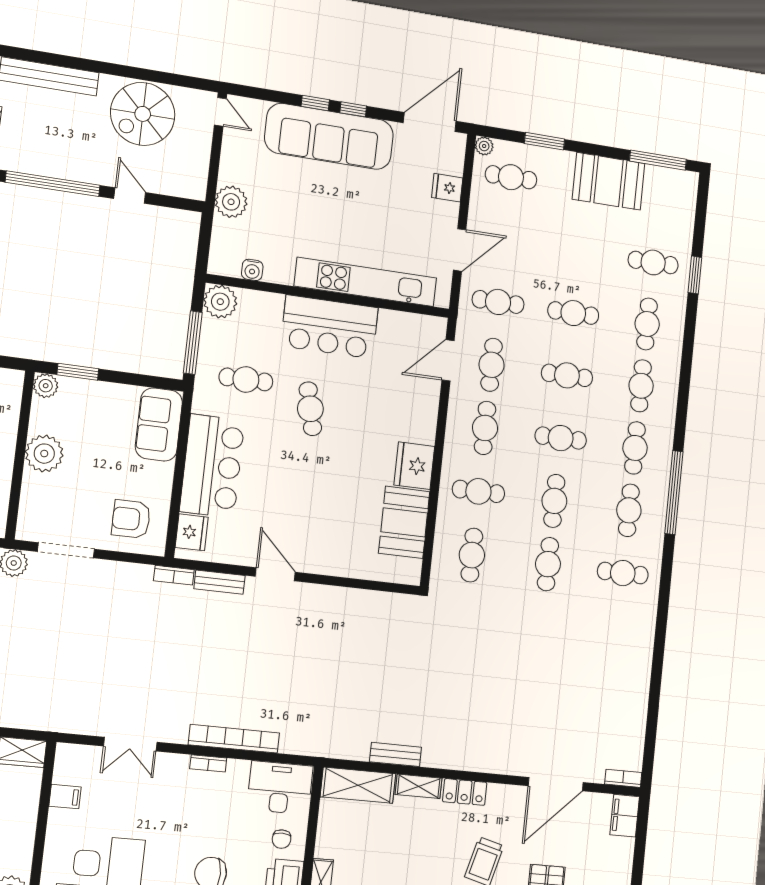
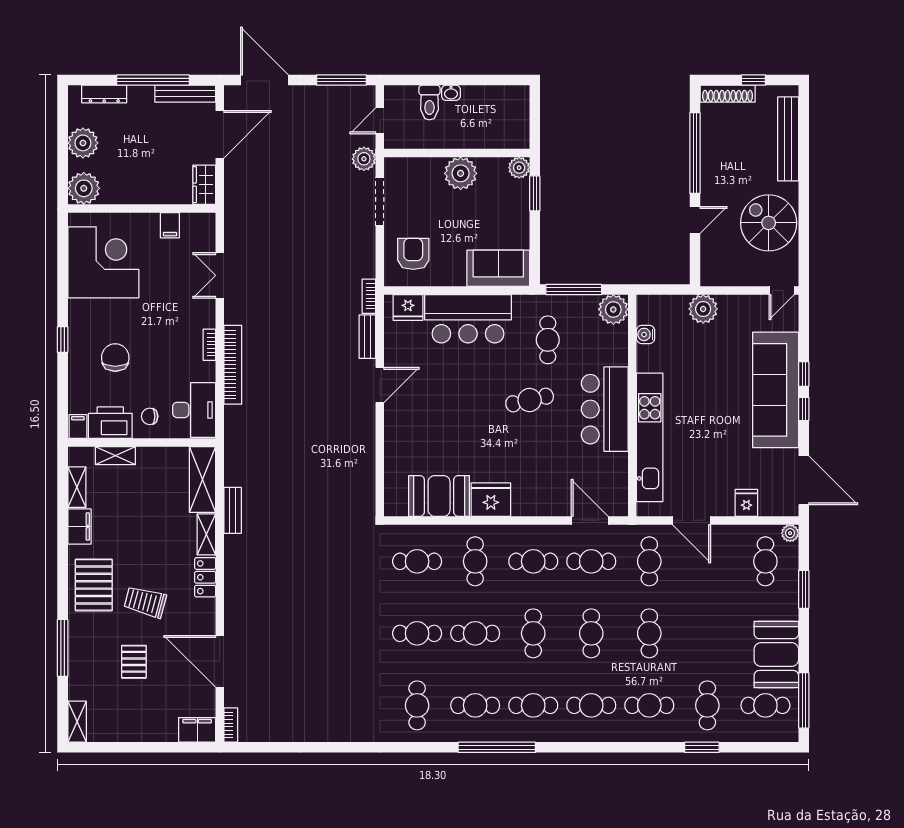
cafe table: (659, 201) -> (765, 705), added

